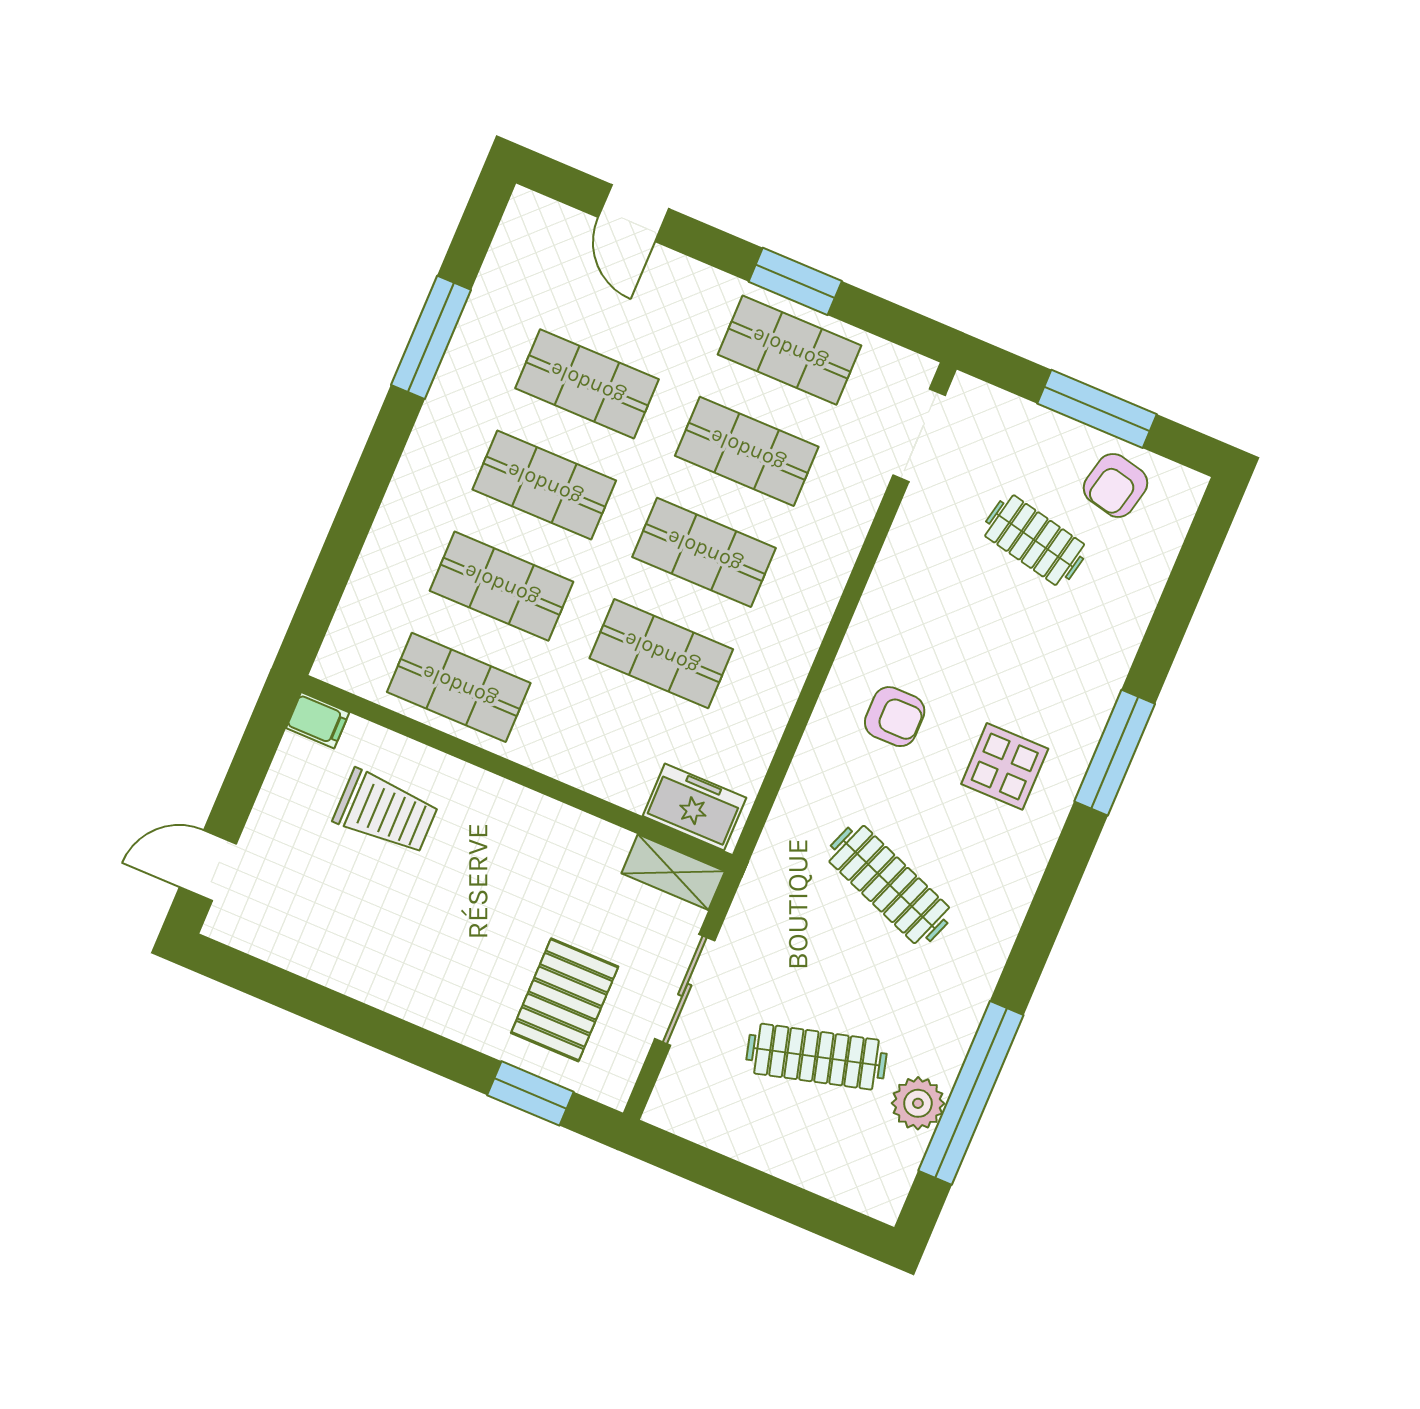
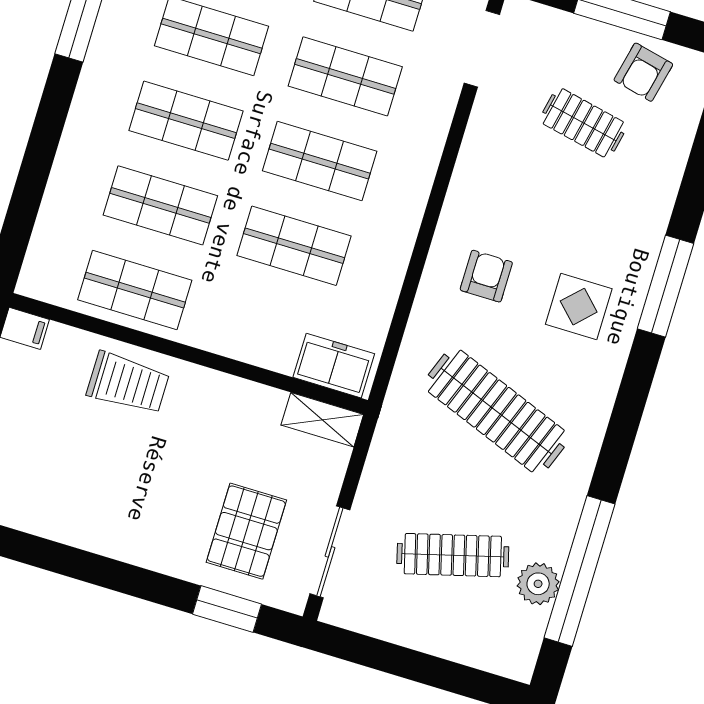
armchair: (895, 717) -> (486, 276), turned -90
trolley: (386, 812) -> (128, 383), moved
clothes rail: (889, 884) -> (496, 411), width x1.37, depth x1.31
sliding door: (685, 990) -> (330, 552), moved

